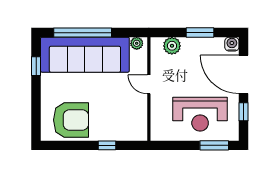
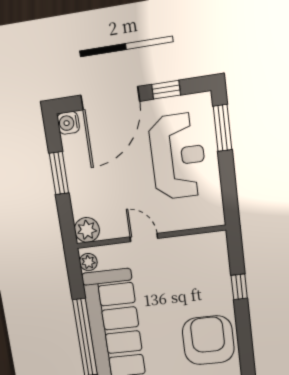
plant: (172, 46) -> (87, 230), moved
door: (149, 84) -> (144, 238), swing flipped

